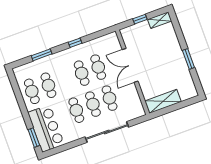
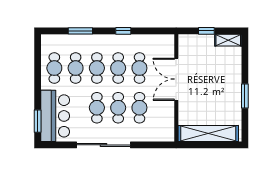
cafe table: (65, 79) -> (97, 68), added
shelving: (163, 101) -> (208, 133), width x1.47
sliding door: (107, 132) -> (103, 145), moved

